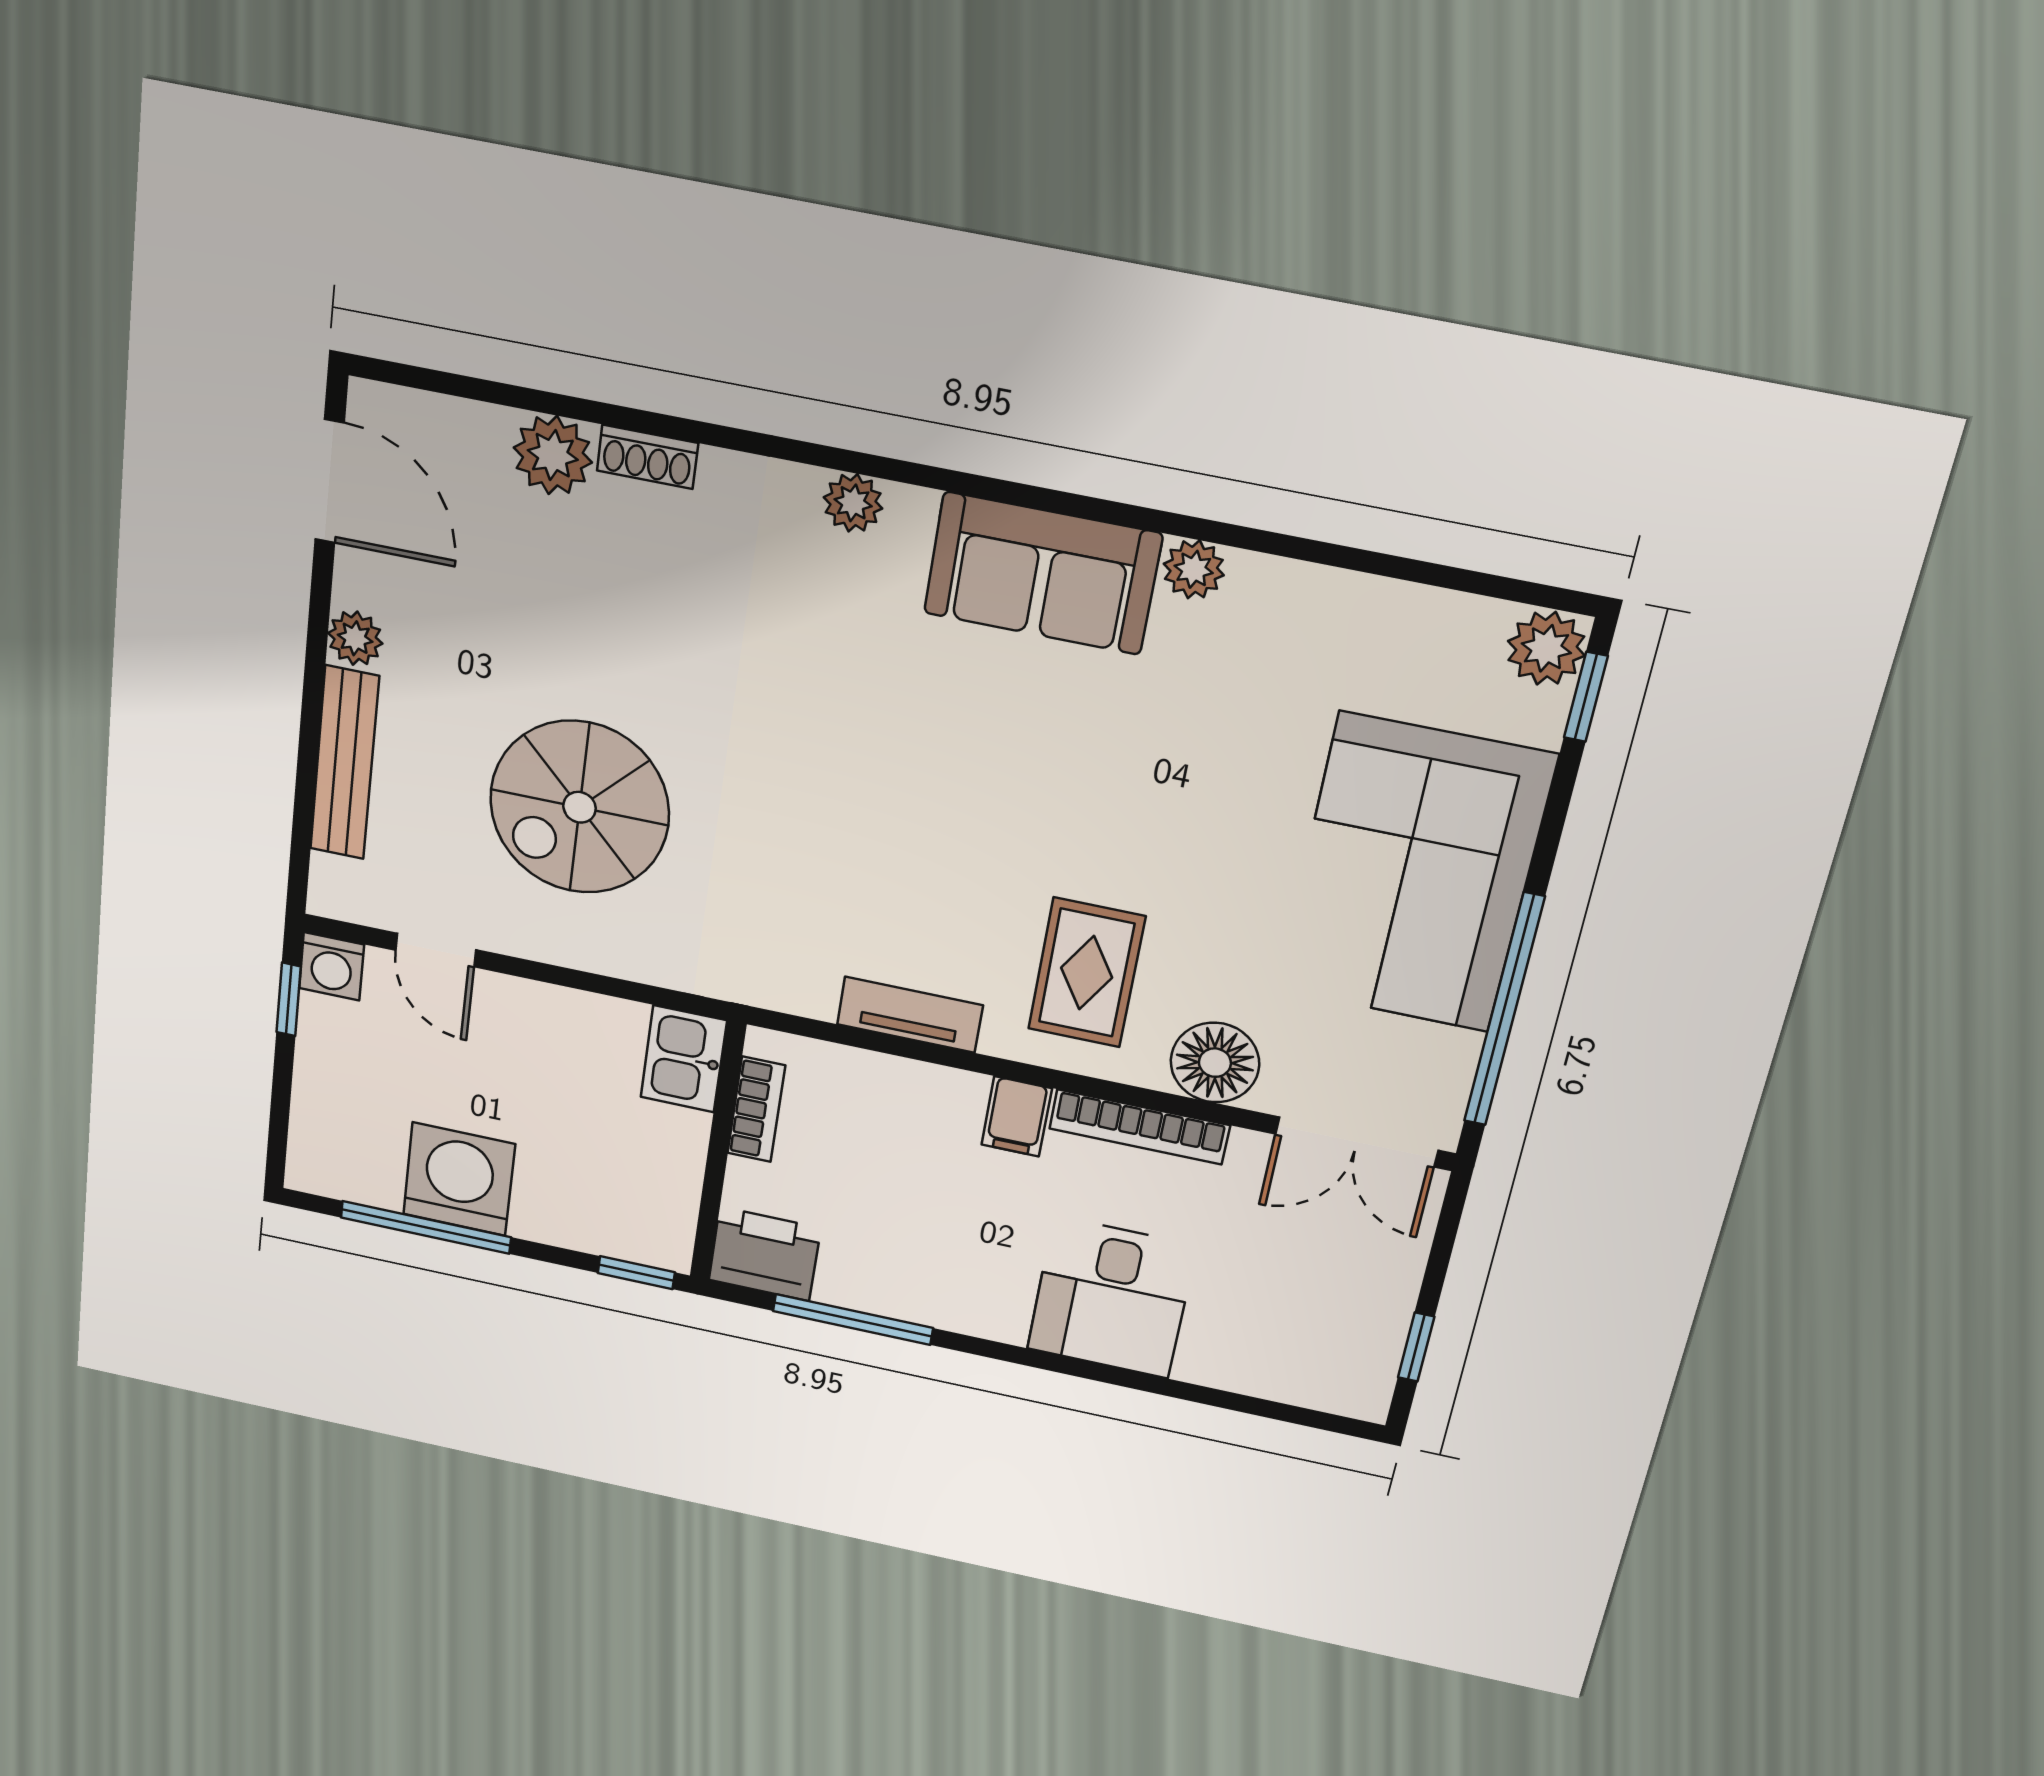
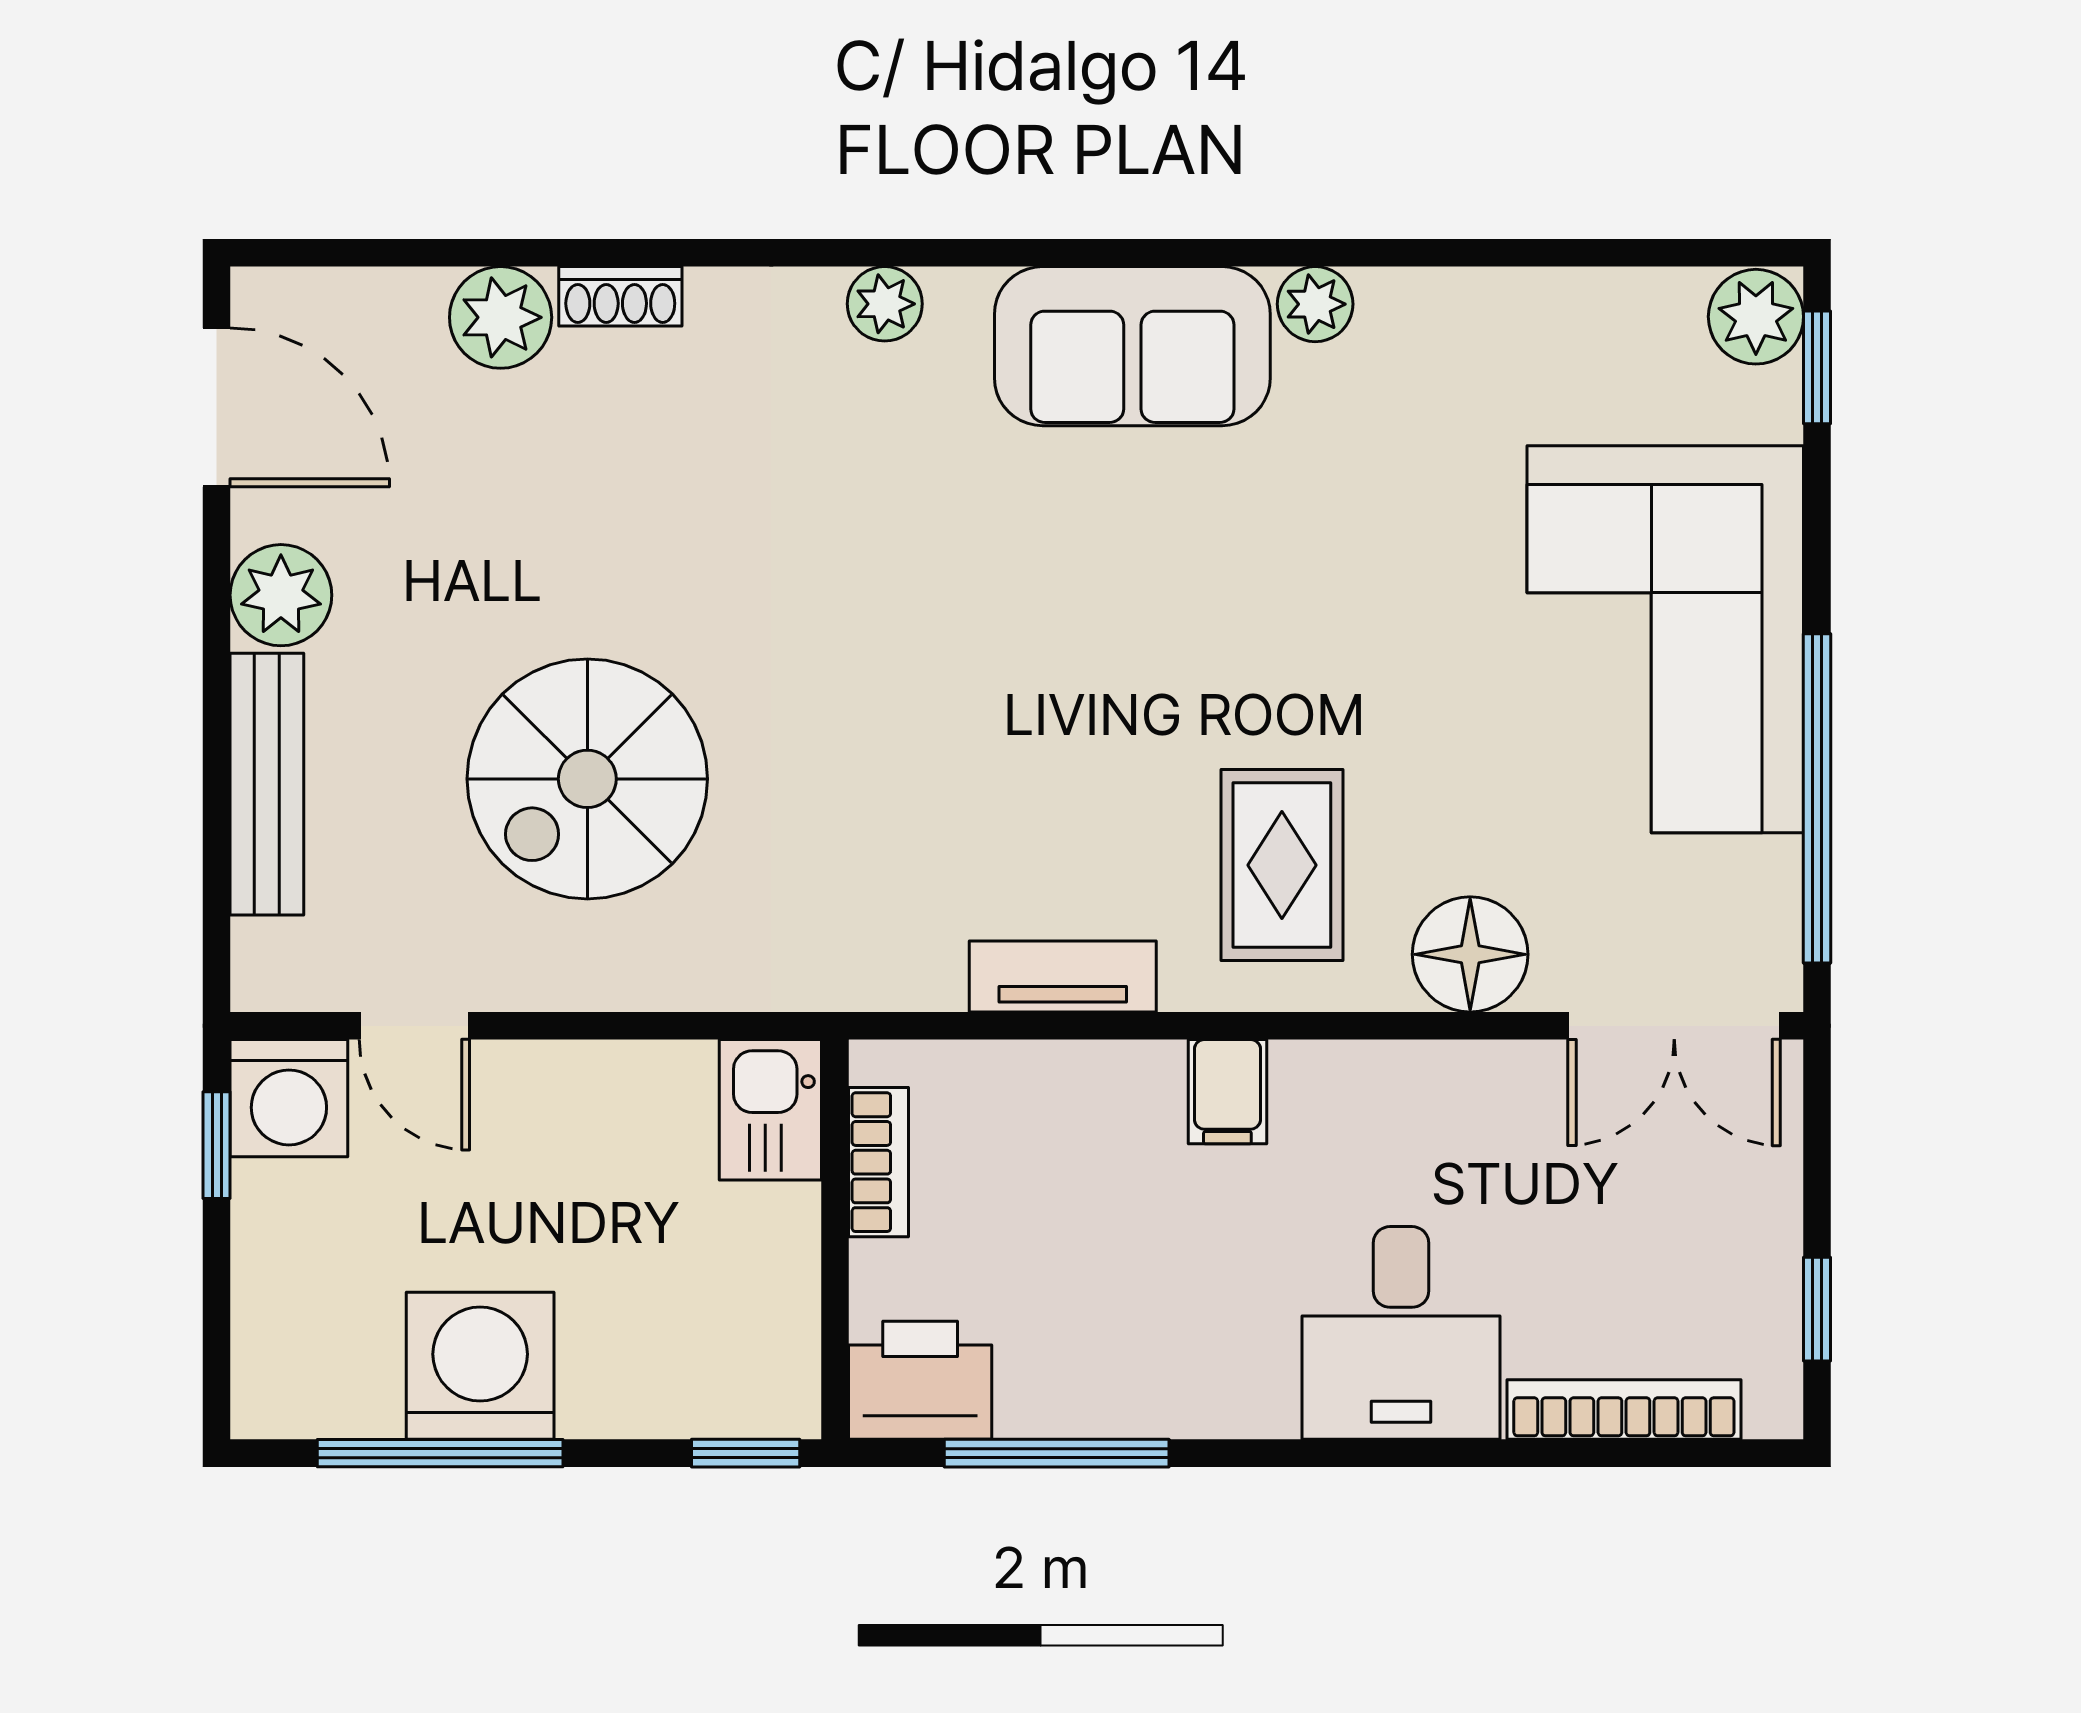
plant: (355, 638) -> (281, 595), width x1.38, depth x1.38
washing machine: (332, 966) -> (289, 1098), width x1.38, depth x1.38
bookcase: (1140, 1127) -> (1624, 1410), moved, turned 180

